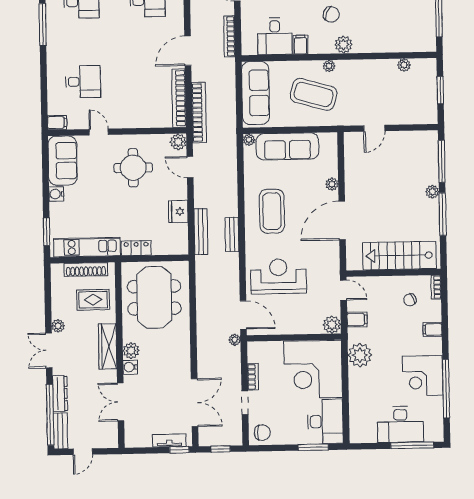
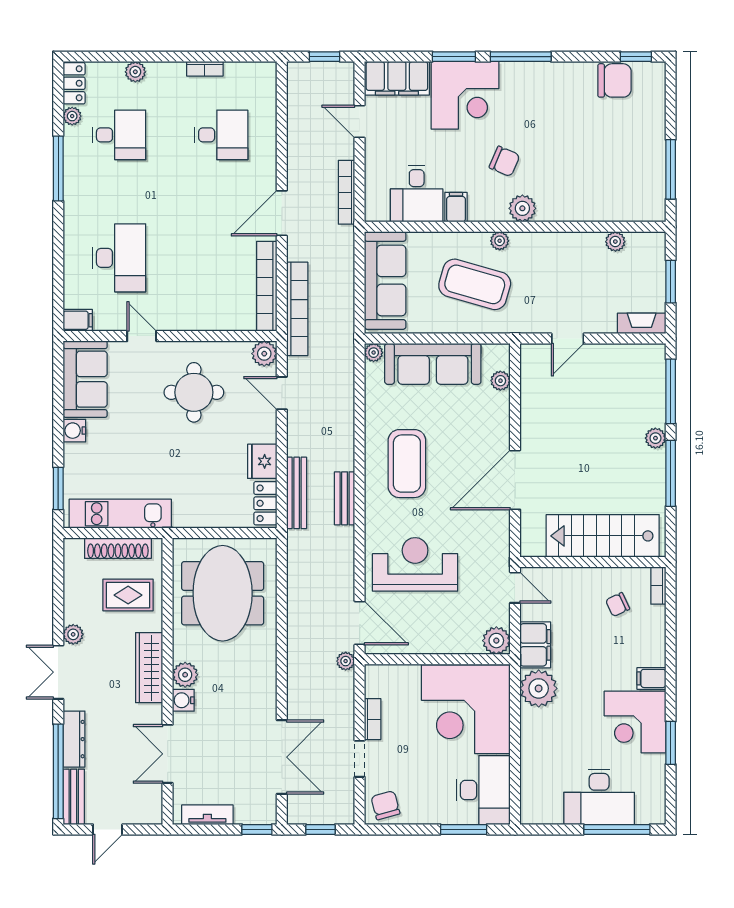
desk: (83, 82) -> (119, 258), width x1.37
fireplace: (422, 118) -> (642, 323), added
plant: (332, 184) -> (500, 381), moved
locker: (136, 248) -> (265, 503), moved, turned -90
filing cabinet: (357, 320) -> (535, 645), width x2.00
filing cabinet: (432, 329) -> (651, 678), moved
window: (446, 389) -> (671, 743), width x0.47
chair: (262, 433) -> (385, 805), turned -105
tv unit: (169, 440) -> (207, 815), moved

